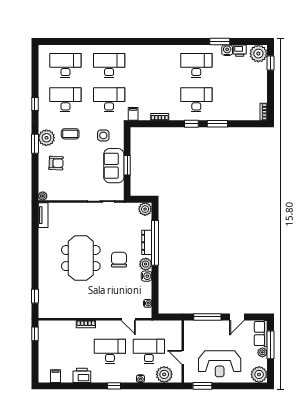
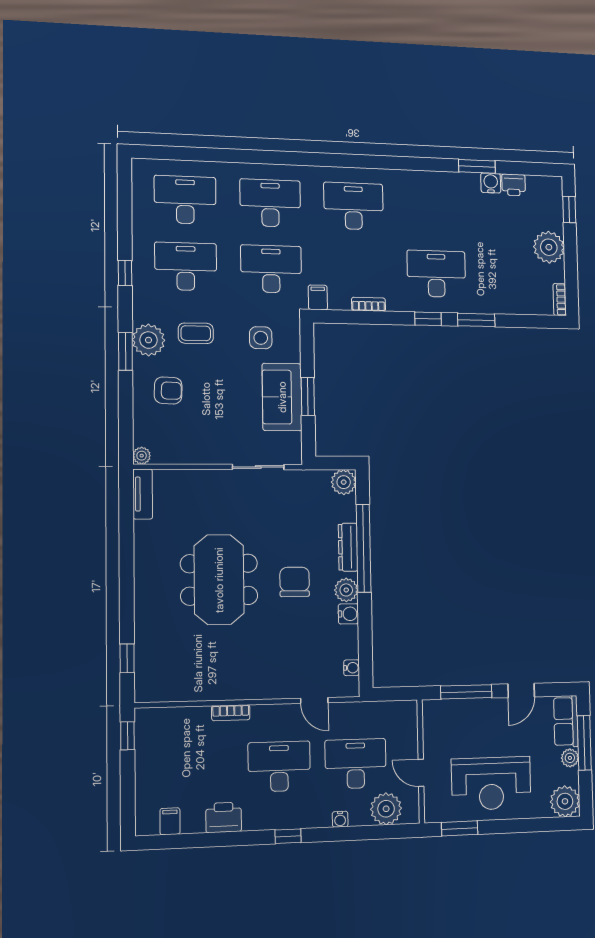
plant: (258, 54) -> (549, 247), moved
desk: (196, 65) -> (354, 206), moved

